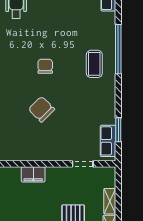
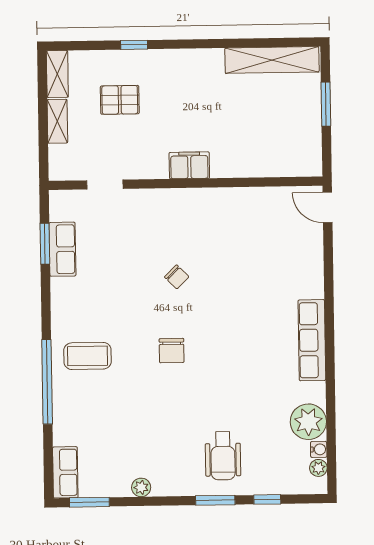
coffee table: (94, 64) -> (88, 356), turned 90
chair: (42, 109) -> (177, 277), width x0.54, depth x0.54
row of seats: (108, 141) -> (62, 249), moved

